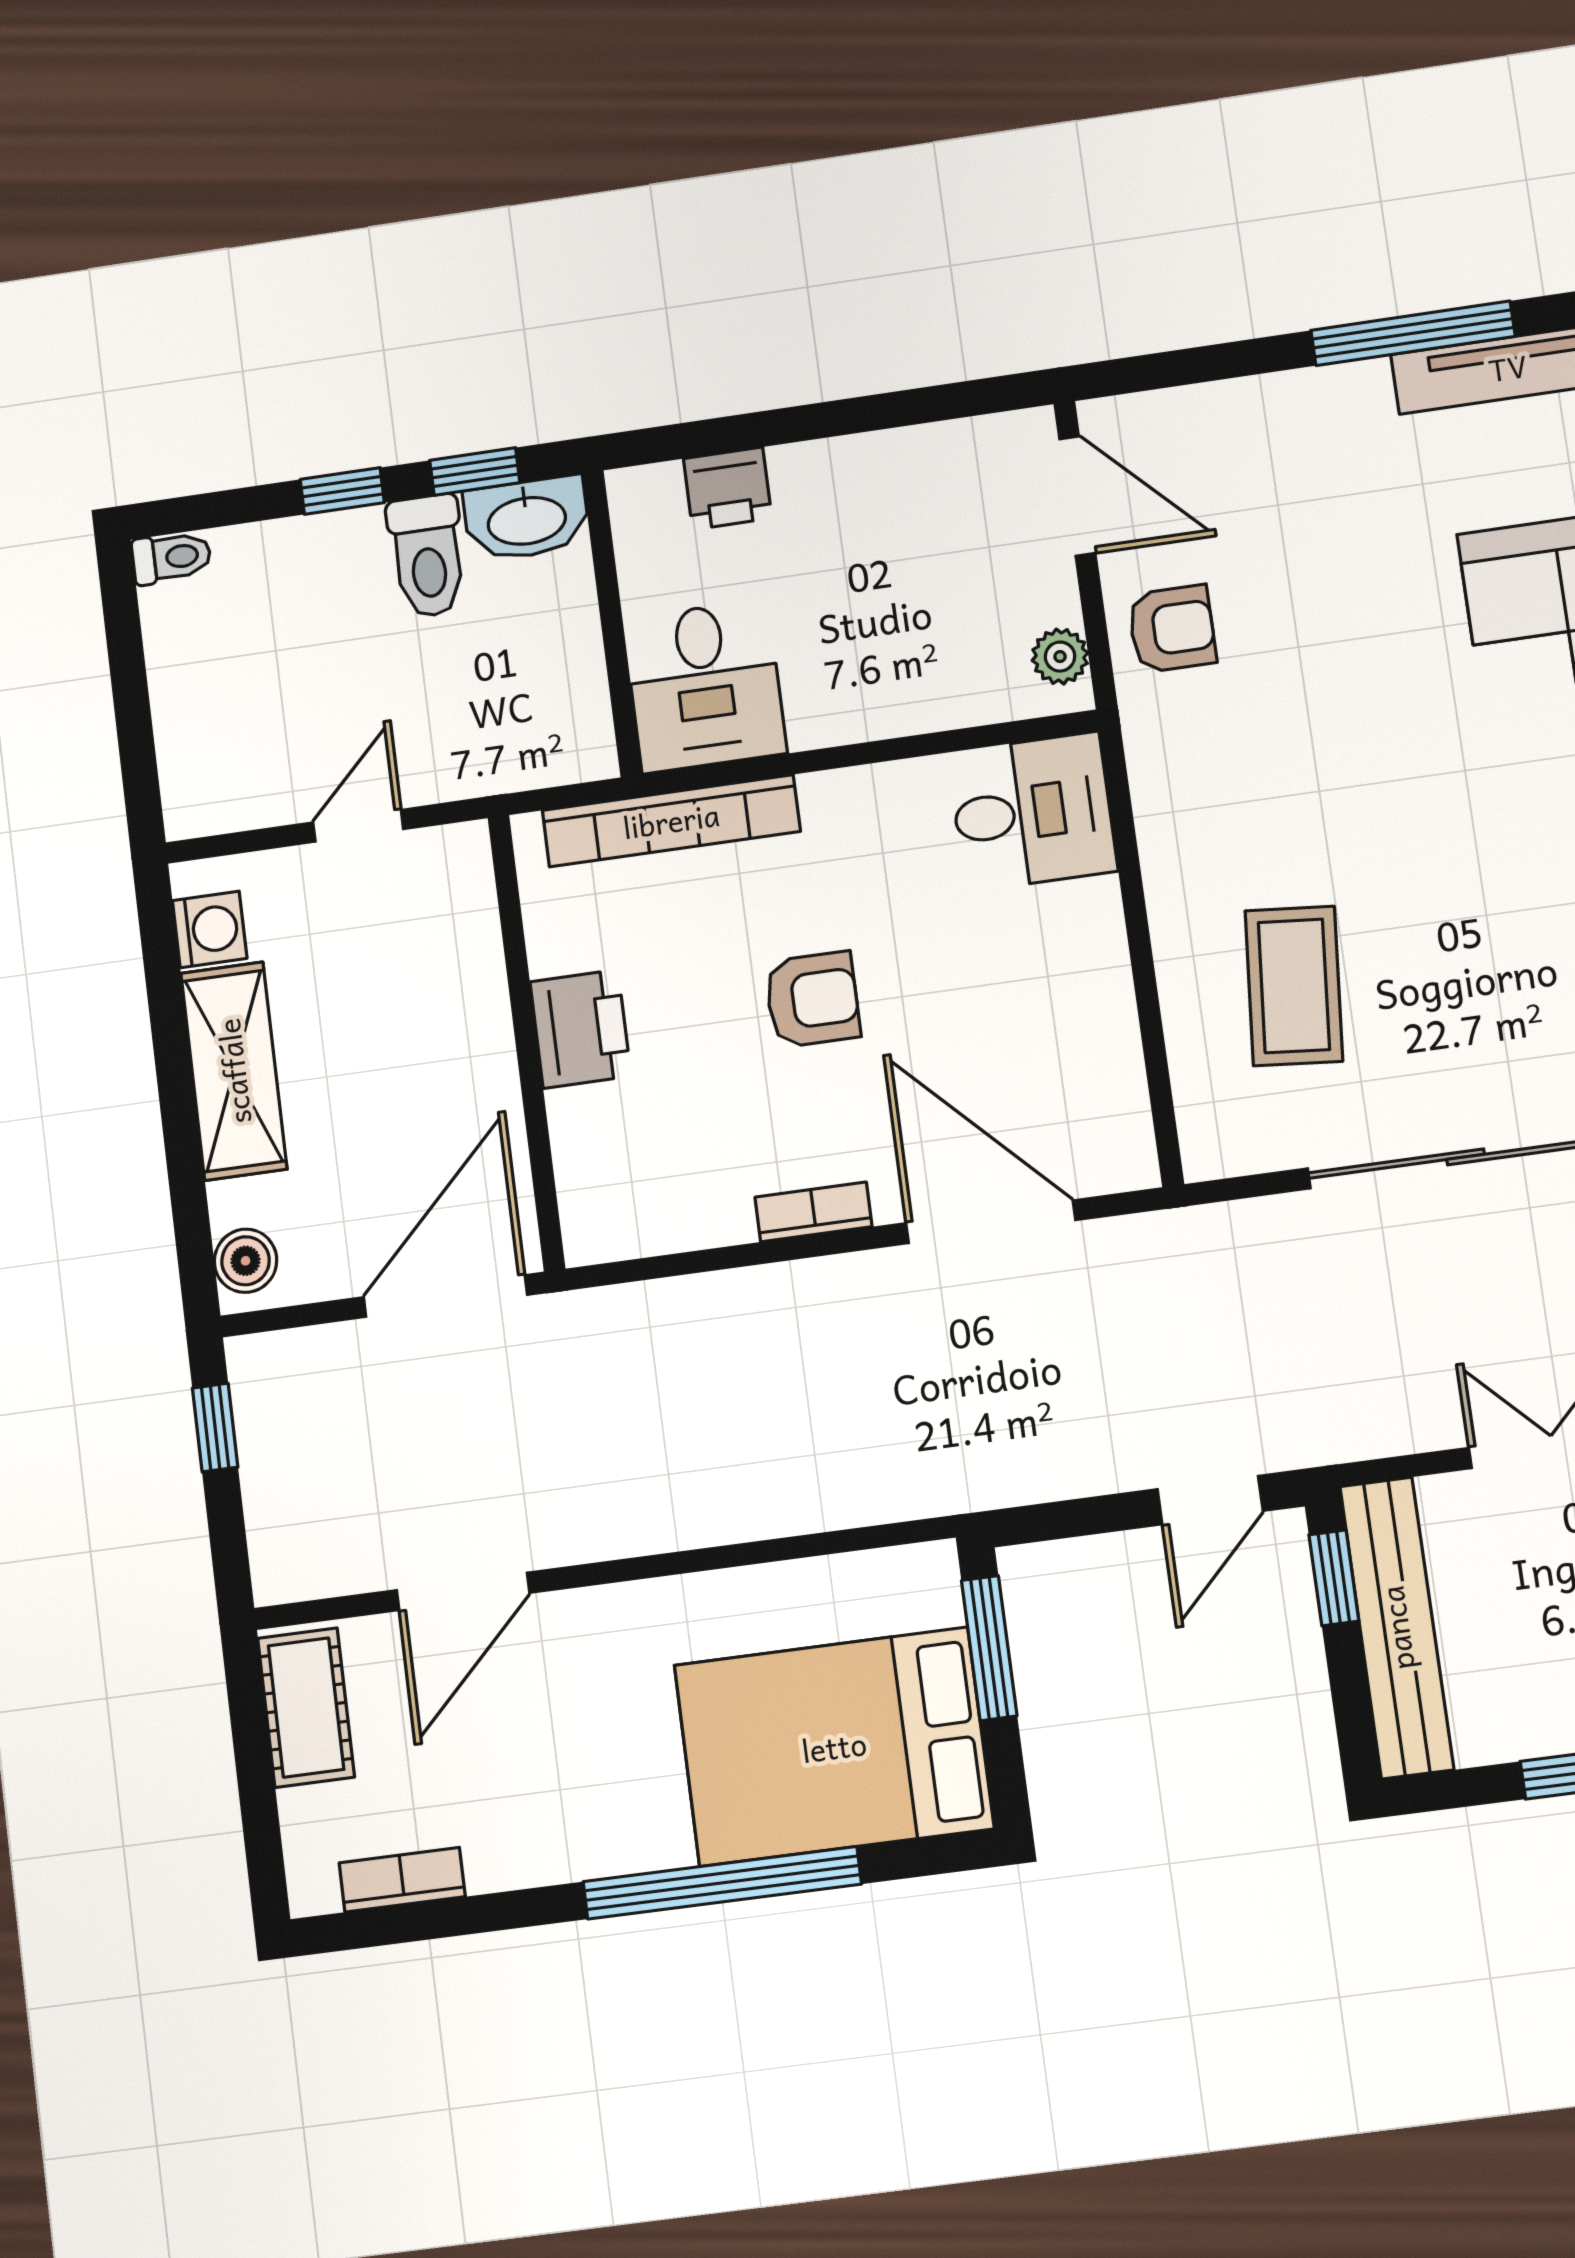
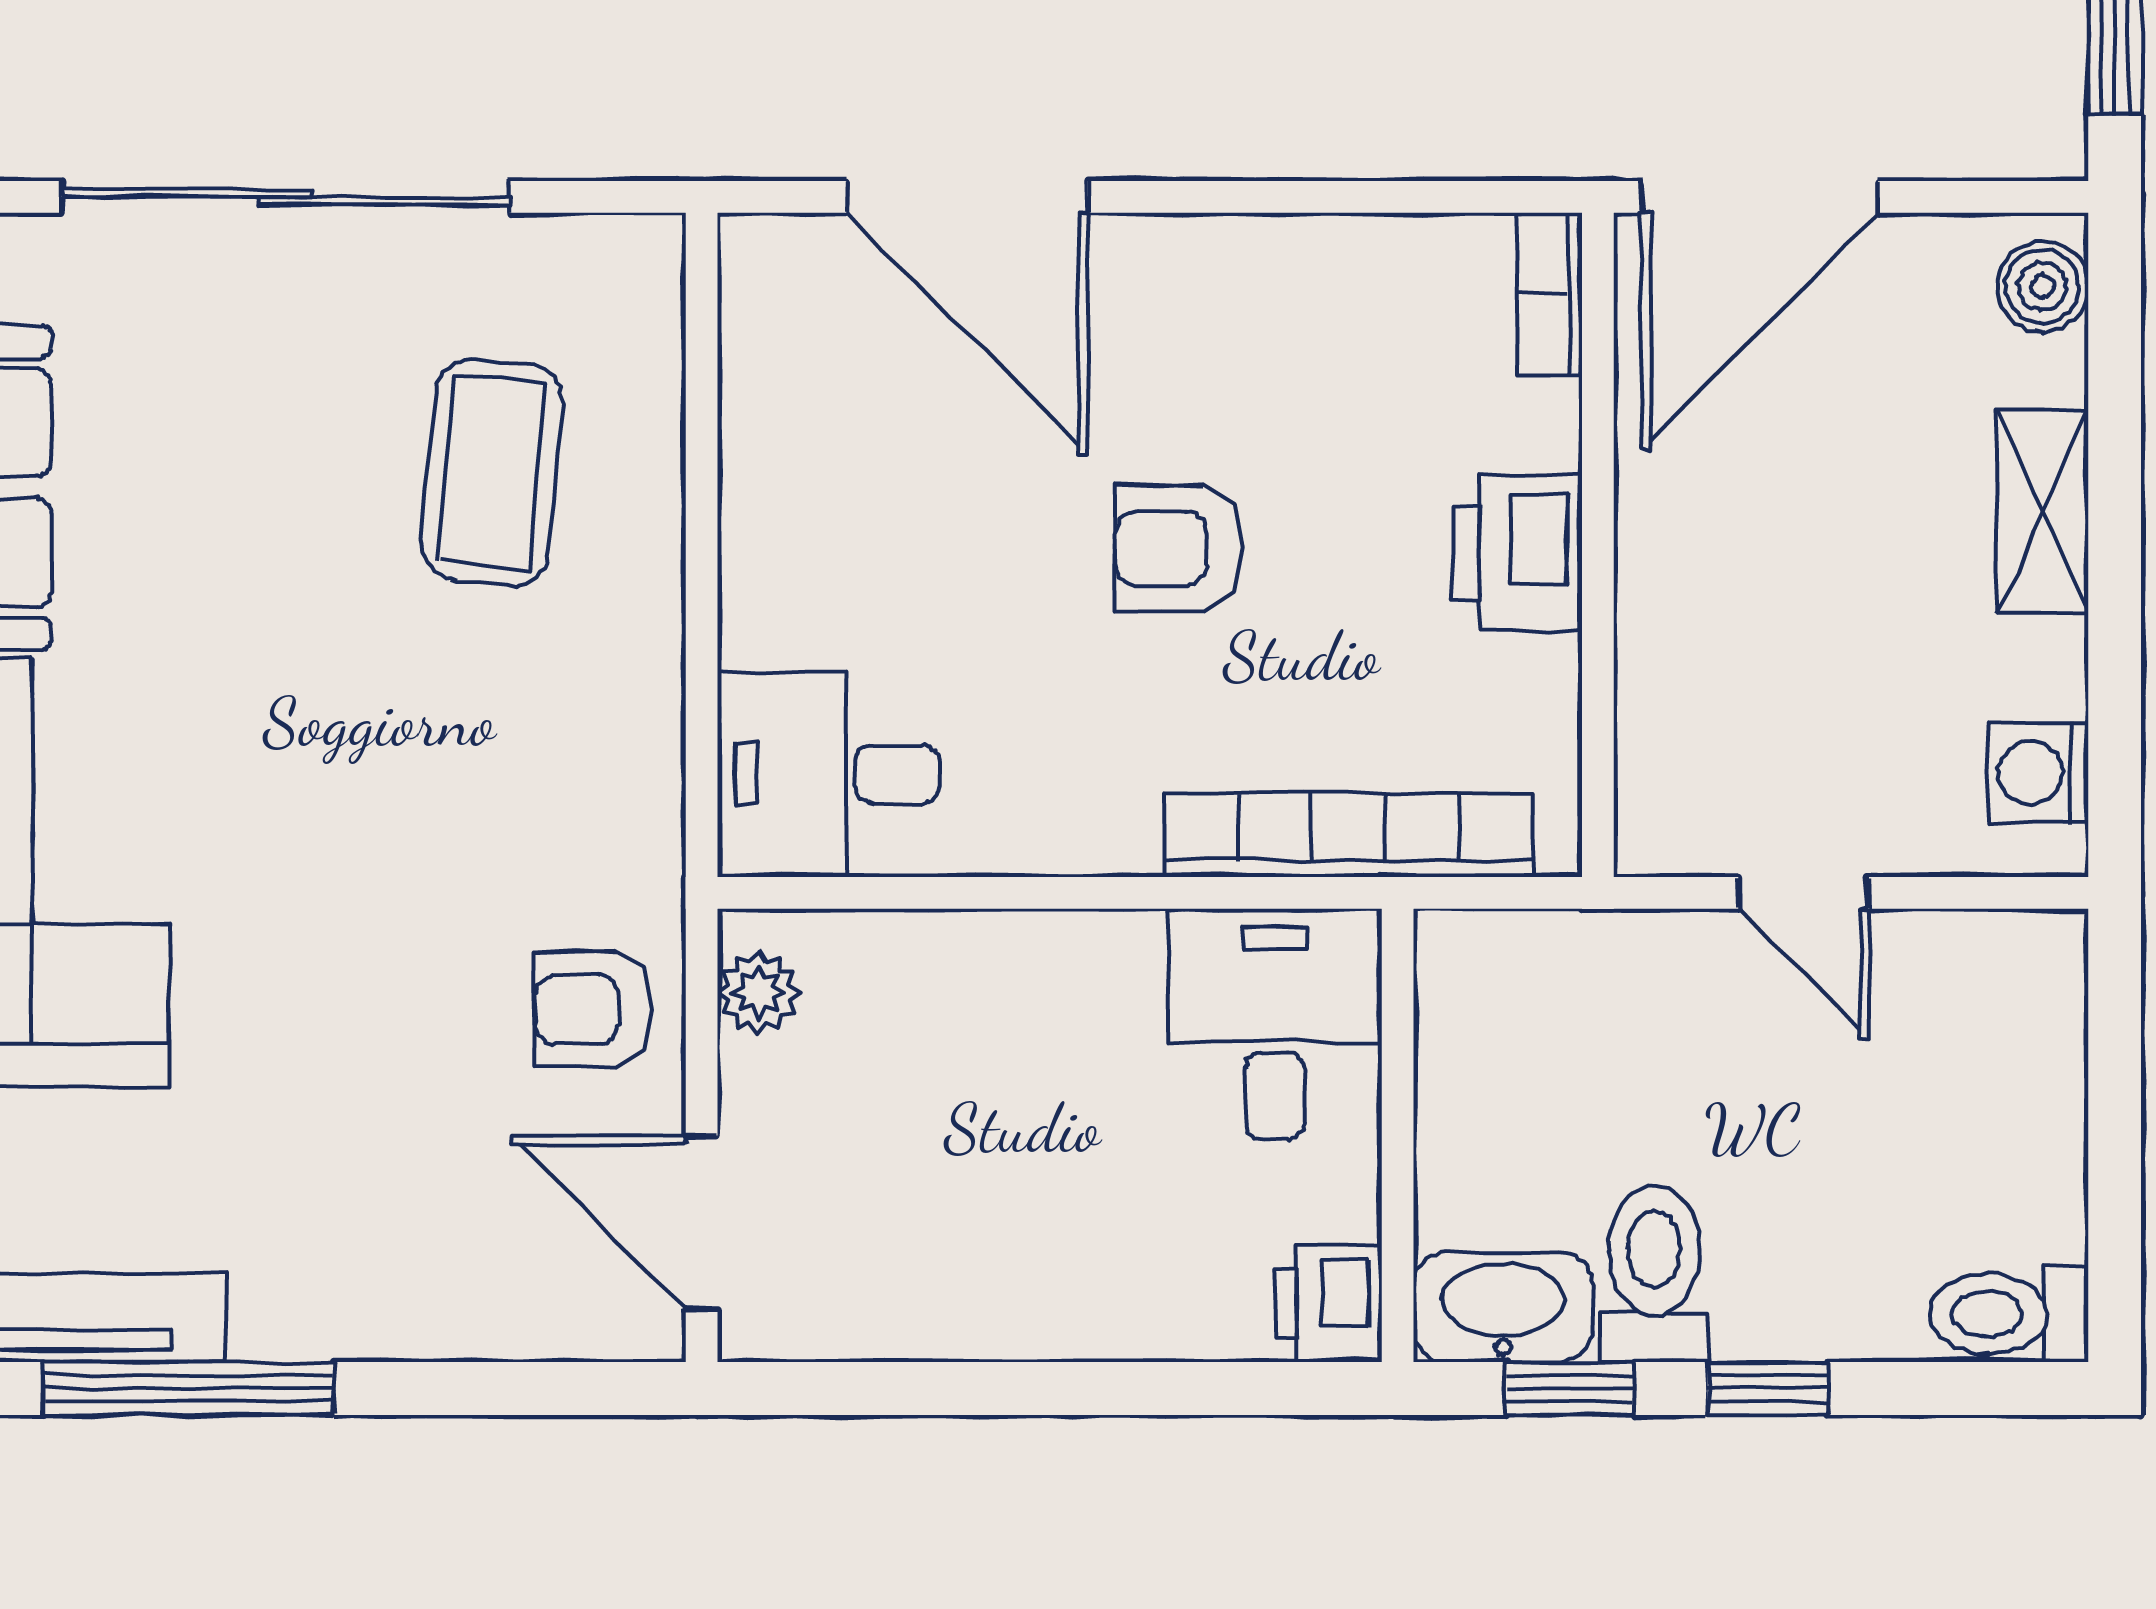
printer: (728, 488) -> (1328, 1303), moved, turned -90
toilet: (171, 558) -> (2009, 1314), width x1.37, depth x1.39
door: (358, 826) -> (1804, 893), hinge flipped
shelving: (234, 1071) -> (2043, 511), width x0.67, depth x0.75
bookcase: (814, 1212) -> (1550, 294), moved, turned 90

